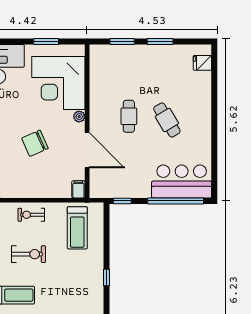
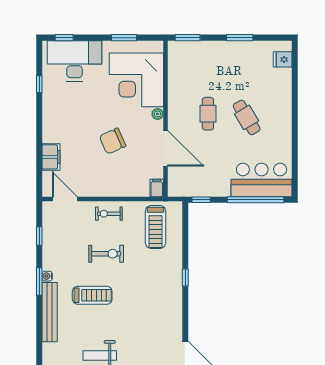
window: (122, 41) -> (188, 38), moved

